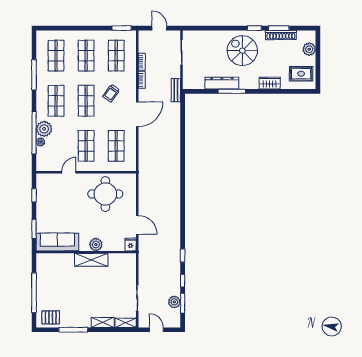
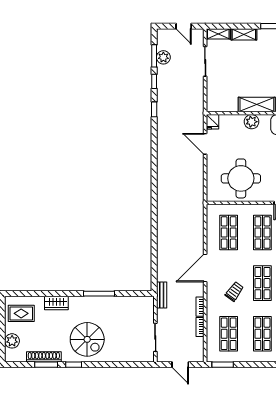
dresser: (222, 83) -> (110, 303), removed

